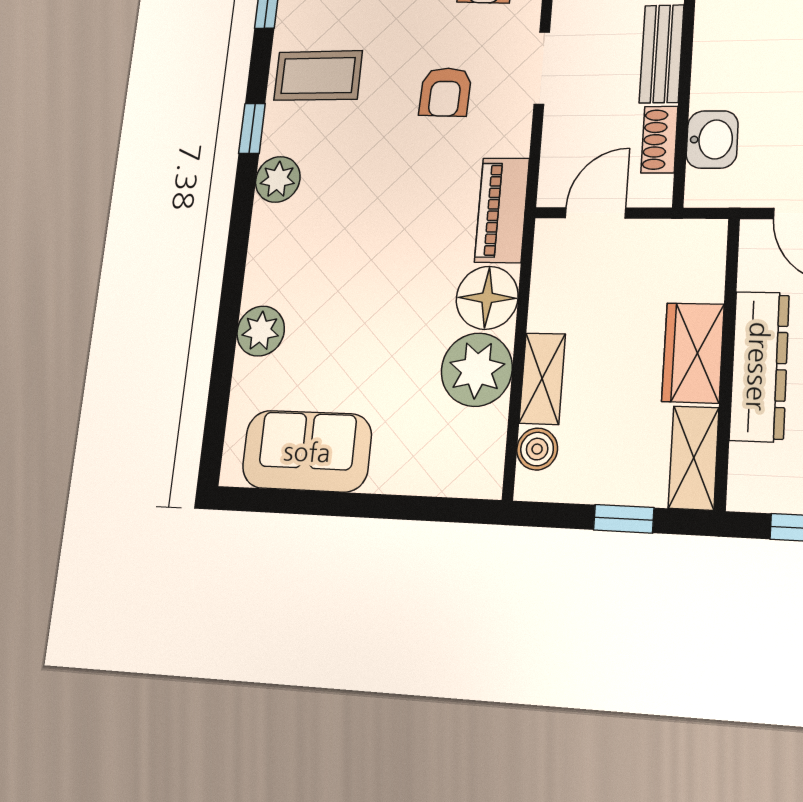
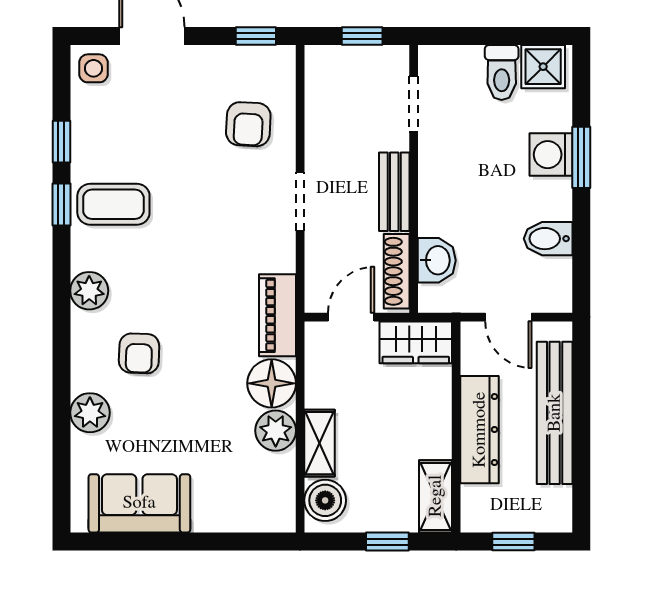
armchair: (445, 92) -> (139, 353), moved
window: (252, 128) -> (61, 205), moved
shoe rack: (659, 140) -> (397, 271), width x1.43
wardrobe: (693, 353) -> (416, 342), moved, turned -90
plant: (477, 370) -> (276, 431), width x0.73, depth x0.73
boiler: (537, 449) -> (325, 500), width x1.36, depth x1.36

